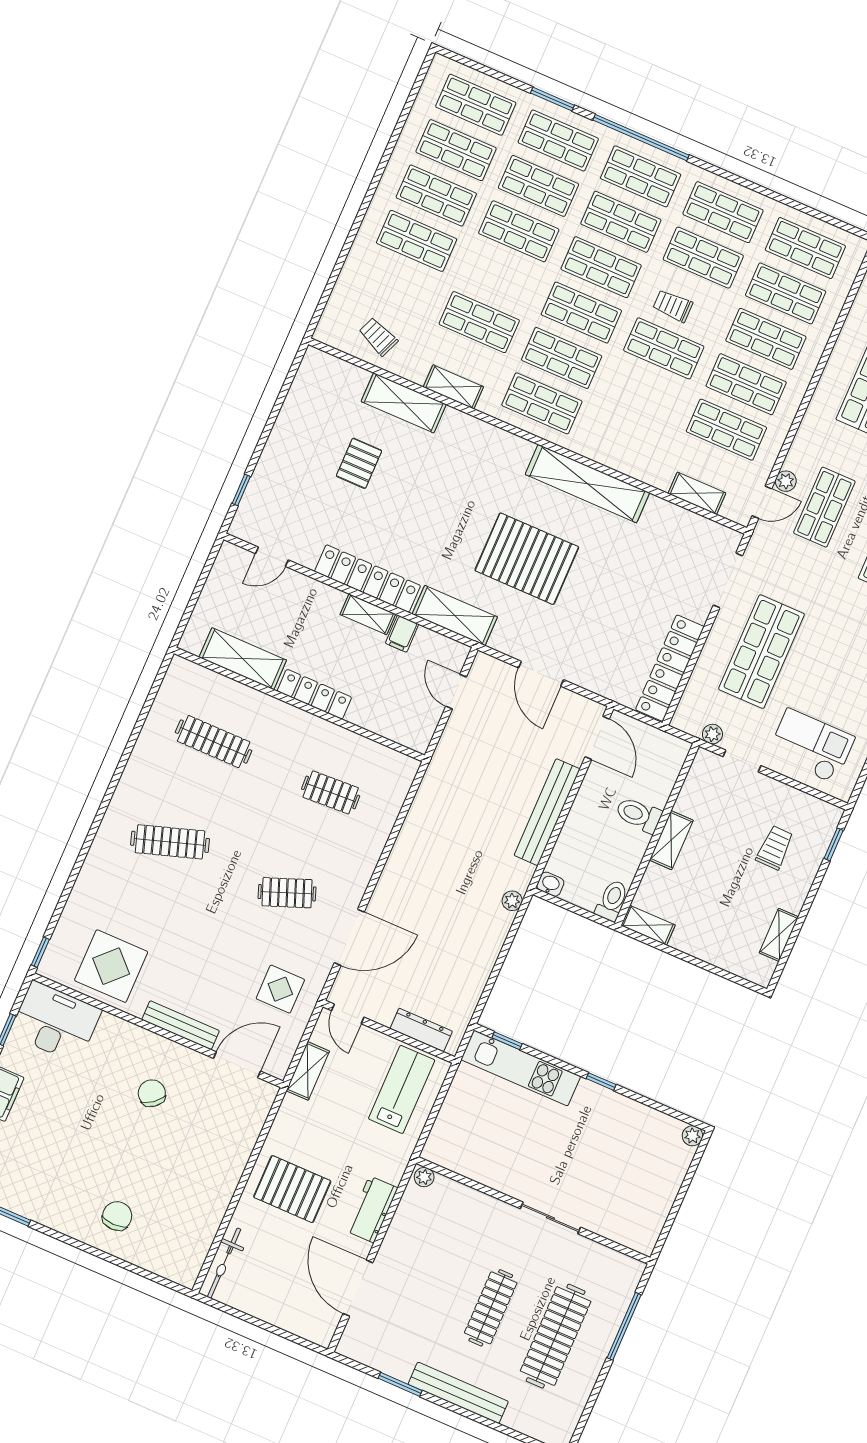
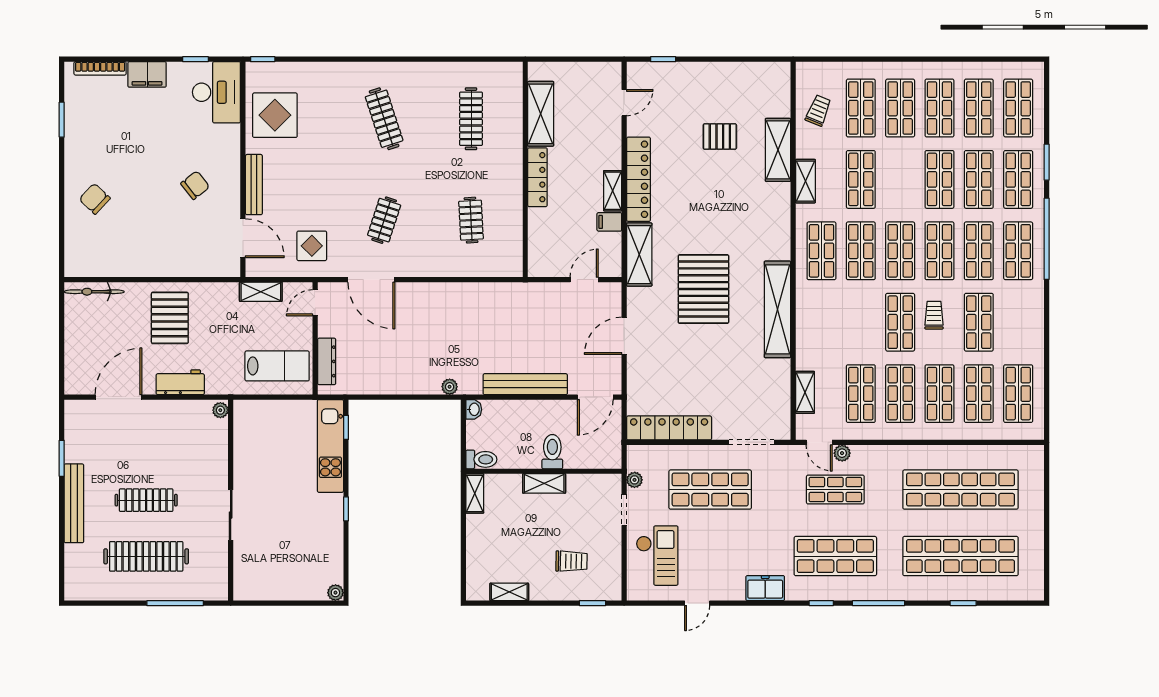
shop shelf: (723, 212) -> (861, 108), moved
door: (272, 557) -> (624, 103), swing flipped
clothes rail: (287, 893) -> (384, 220), turned 39
chair: (117, 1216) -> (95, 199), turned -137

